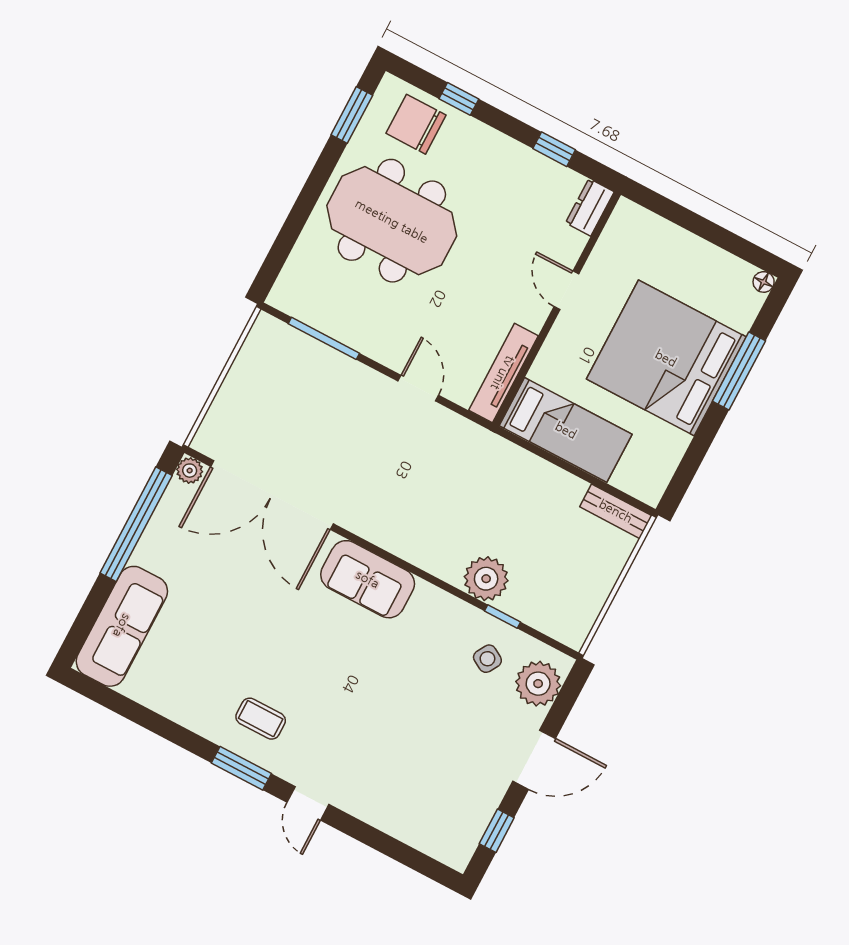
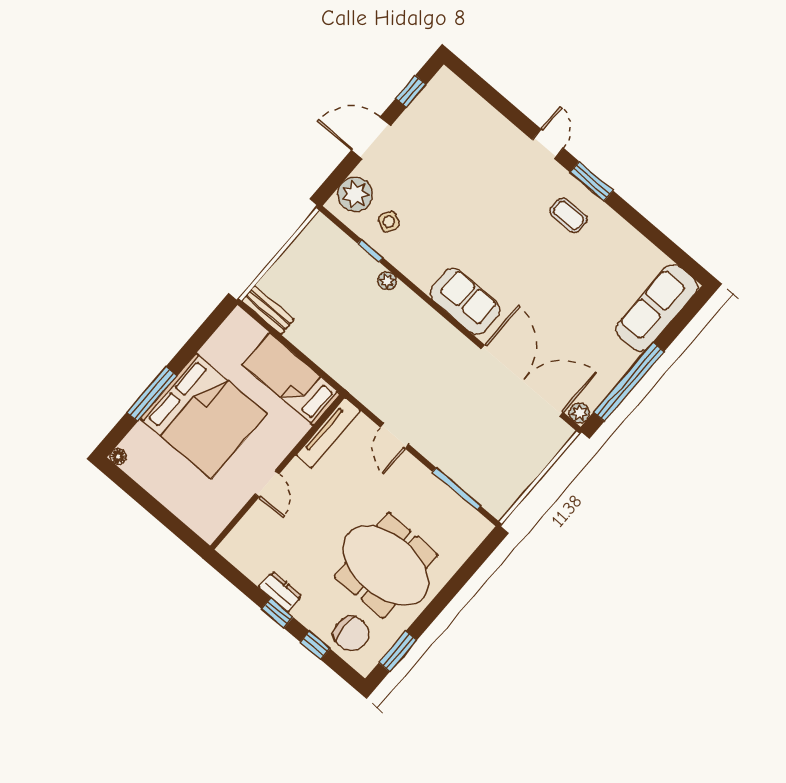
window: (554, 149) -> (277, 613), moved
dresser: (590, 207) -> (280, 592), moved, turned -90
plant: (486, 579) -> (387, 281), width x0.53, depth x0.53

